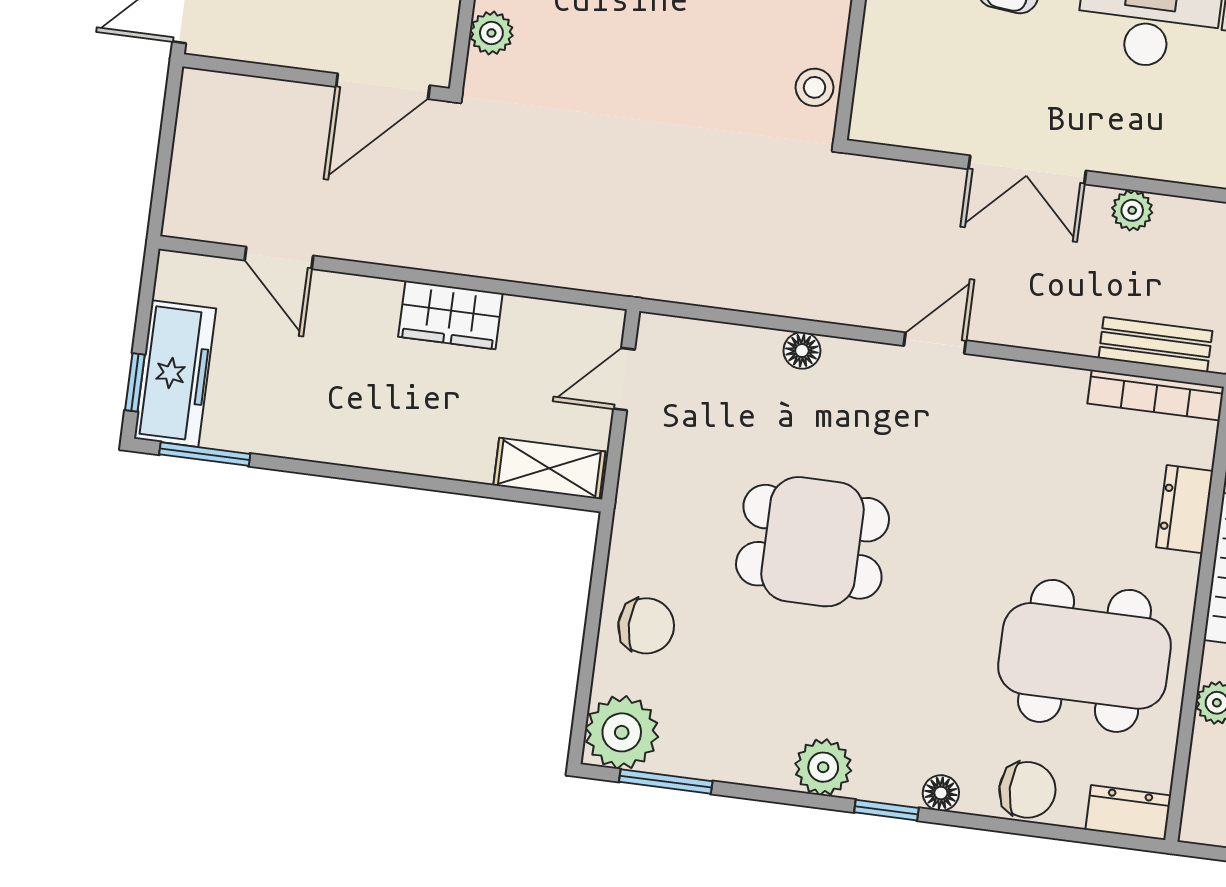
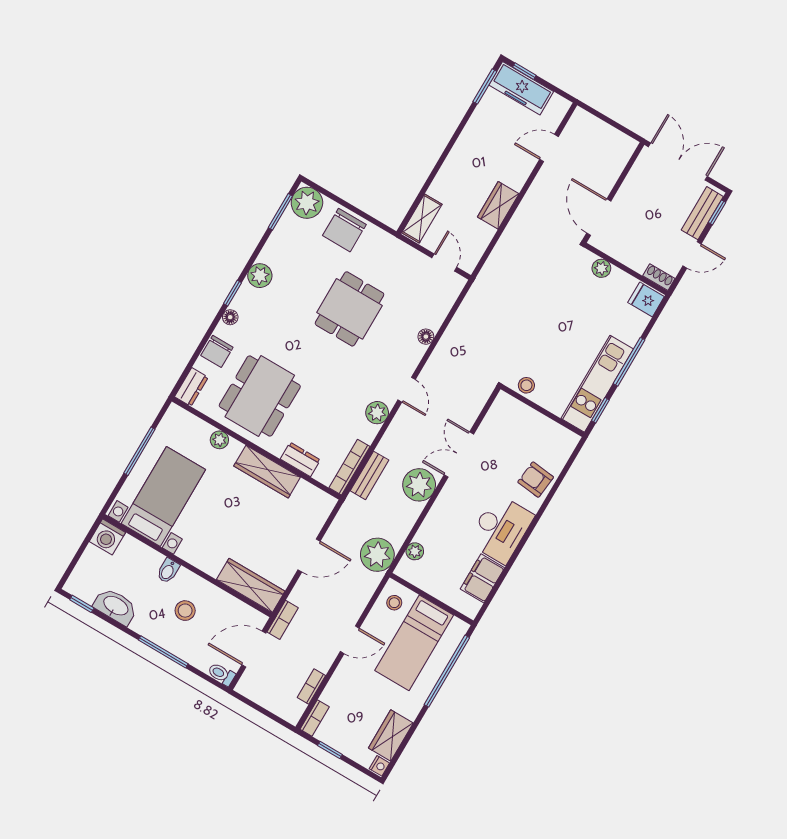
plant: (1132, 210) -> (419, 485), width x1.87, depth x1.87
plant: (1012, 386) -> (377, 413), added
chair: (646, 626) -> (344, 230), width x1.37, depth x1.37

